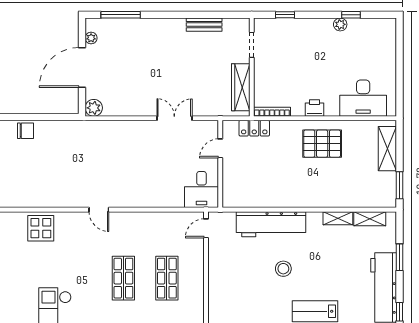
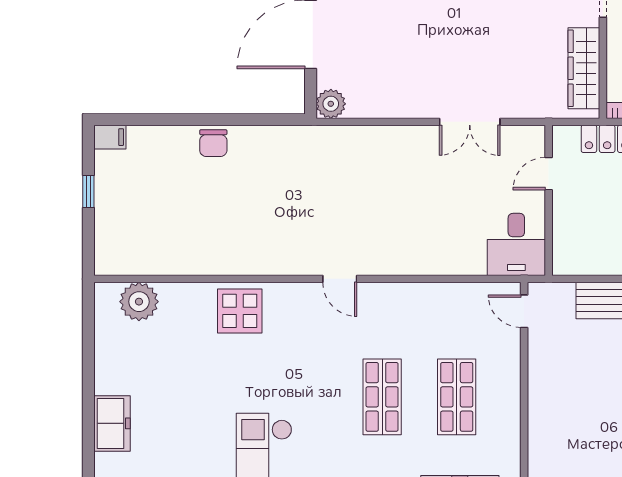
double door: (174, 118) -> (470, 122), swing flipped
chair: (25, 131) -> (213, 143), turned 90
door: (206, 228) -> (524, 311), hinge flipped

